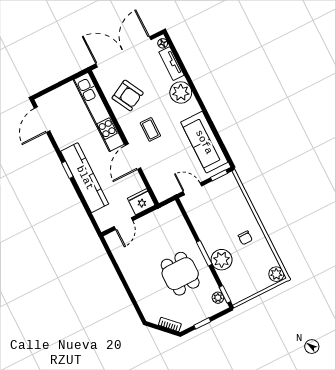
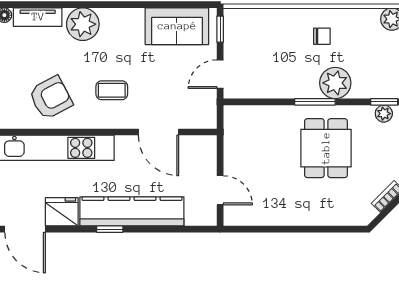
sofa: (204, 142) -> (177, 26), width x0.73
door: (133, 157) -> (158, 132), moved
fridge: (141, 202) -> (62, 212), moved, turned 90
dining table: (180, 274) -> (326, 148), turned 90

